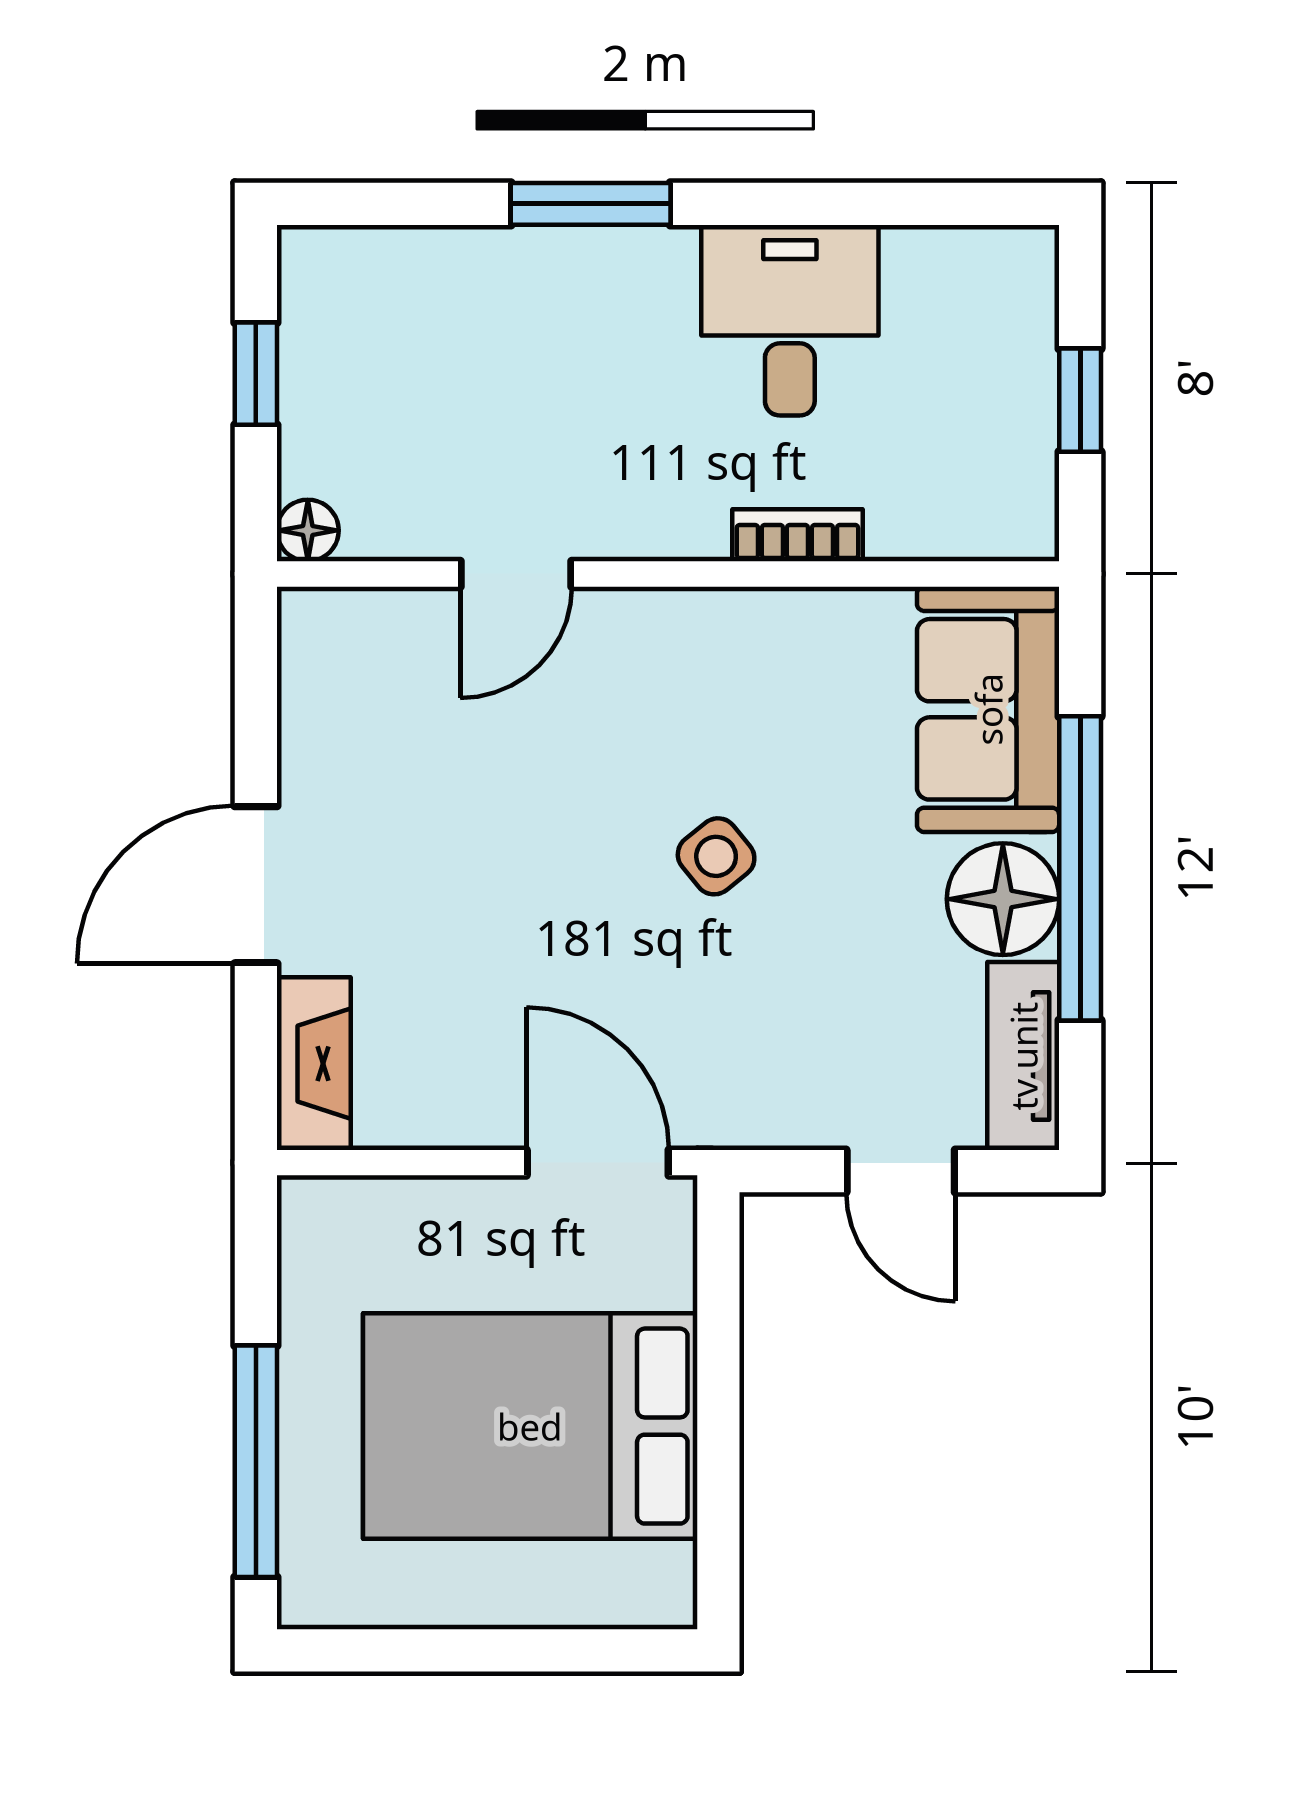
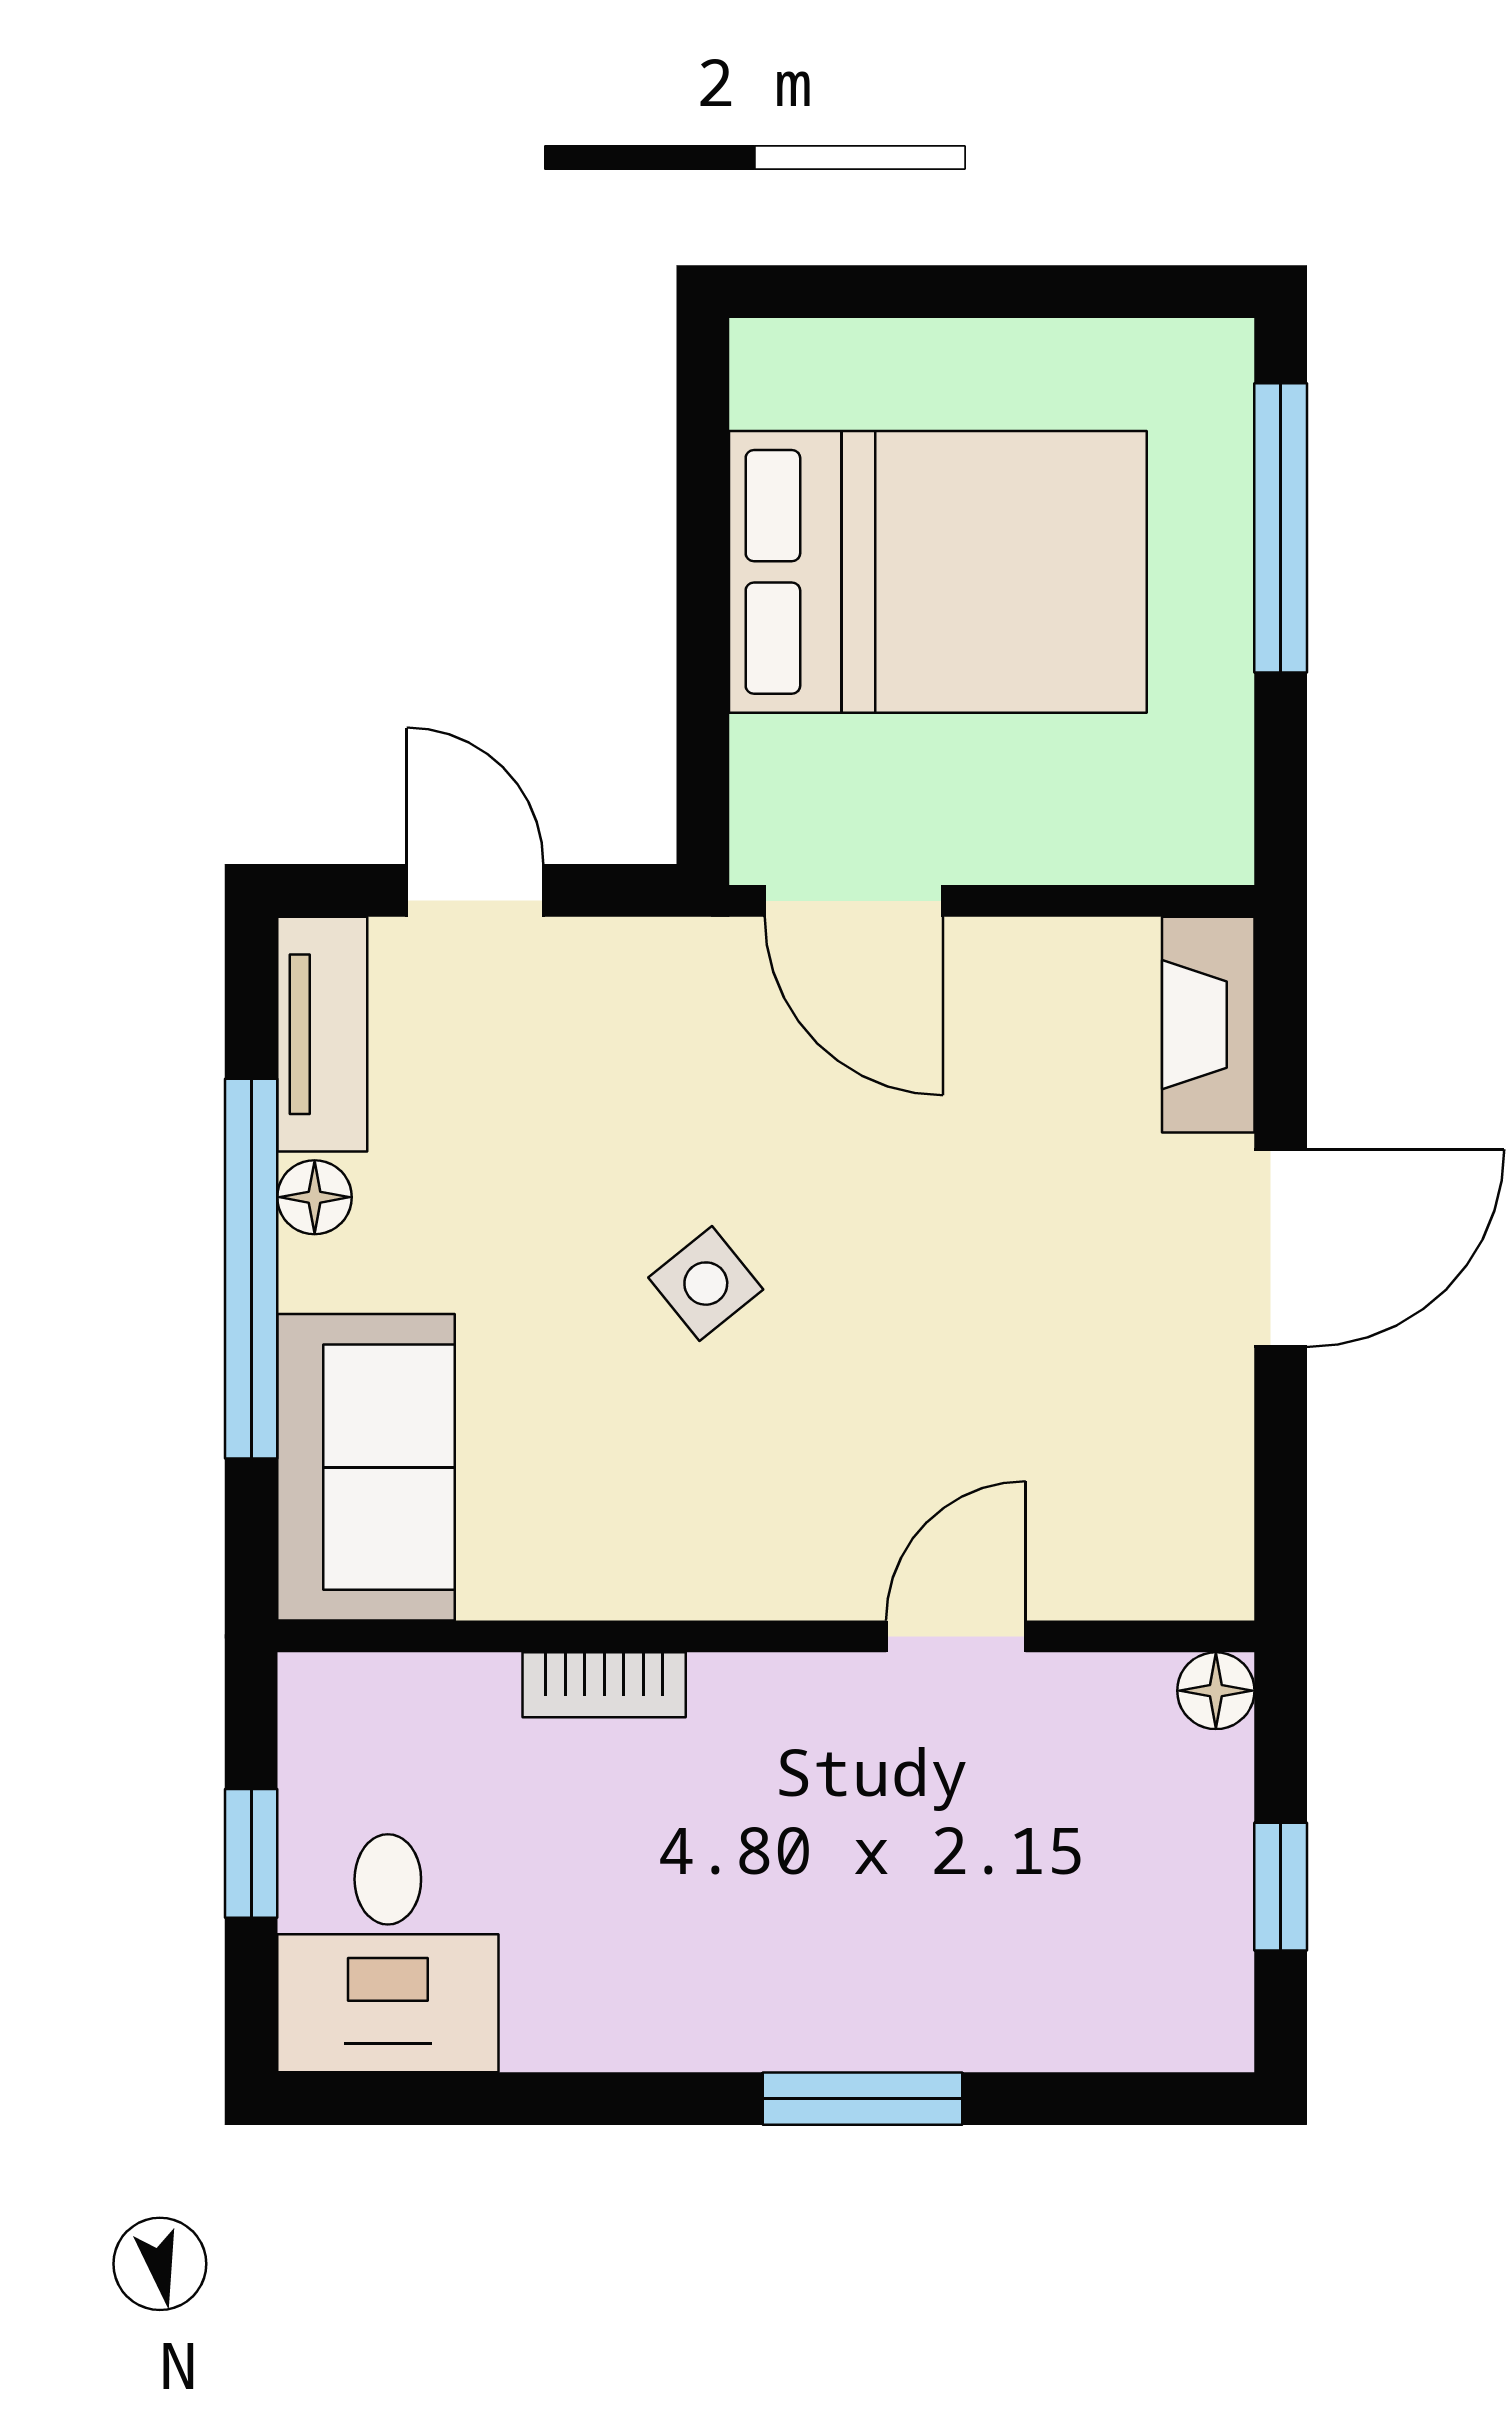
desk: (790, 320) -> (388, 1953), moved
floor lamp: (1003, 899) -> (315, 1197), width x0.53, depth x0.53

